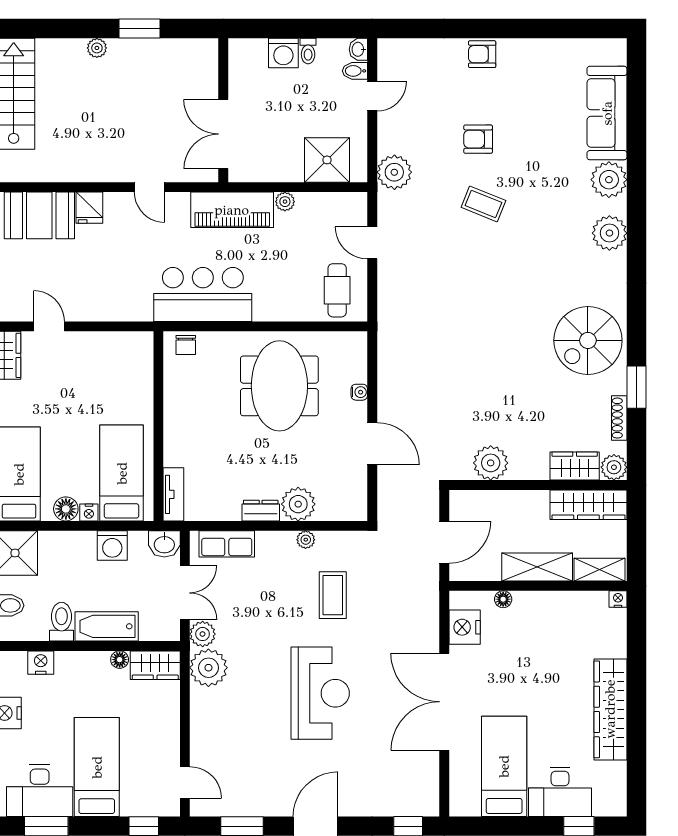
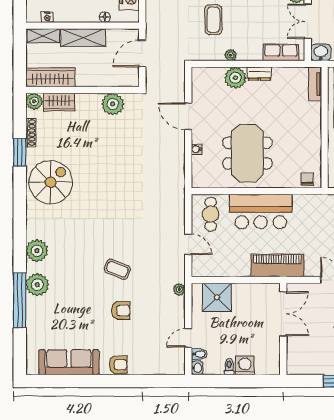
sofa: (607, 113) -> (69, 362), moved, turned -90
window: (636, 155) -> (20, 300), added
plant: (394, 172) -> (179, 289), width x0.53, depth x0.53
plant: (285, 202) -> (244, 271), removed
bar counter: (203, 294) -> (261, 211), moved
nightstand: (618, 599) -> (47, 17), moved

